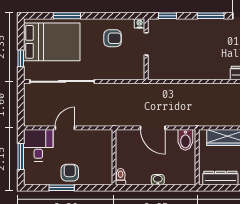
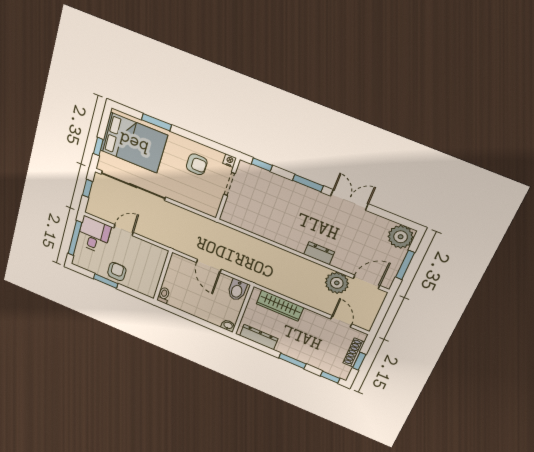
window: (21, 102) -> (88, 188), added
window: (21, 156) -> (75, 238), width x1.44
washbasin: (158, 180) -> (228, 326), moved

